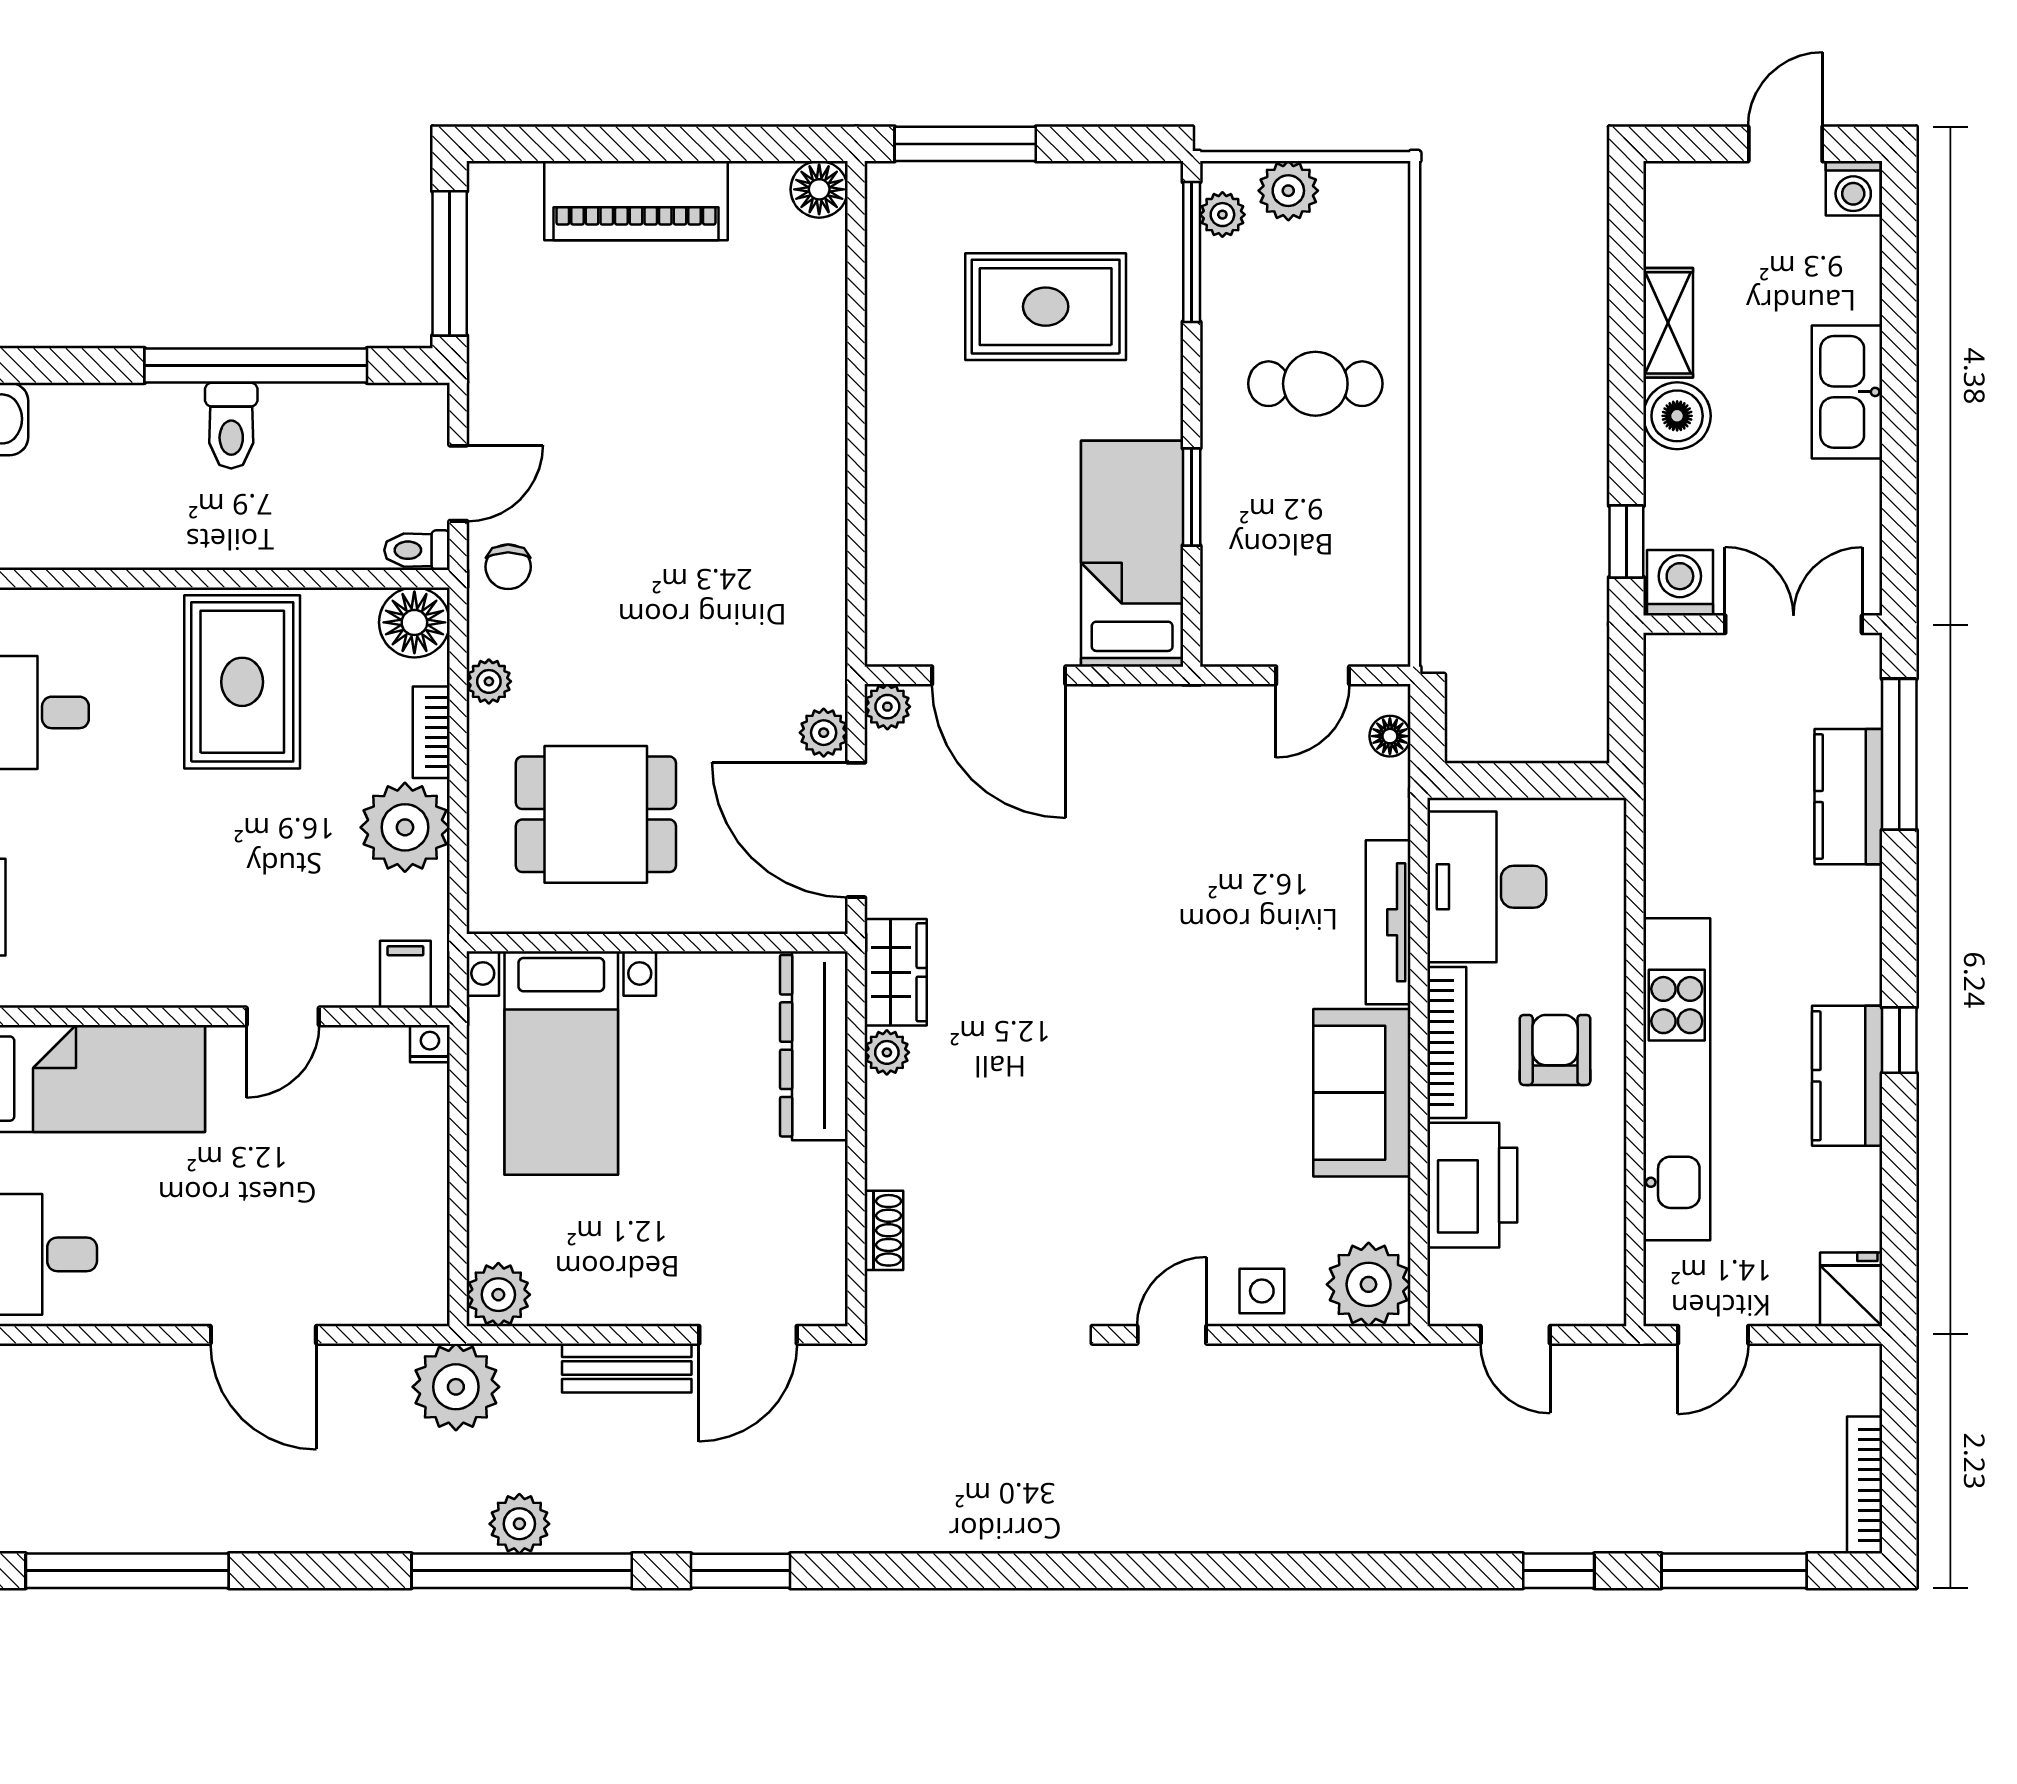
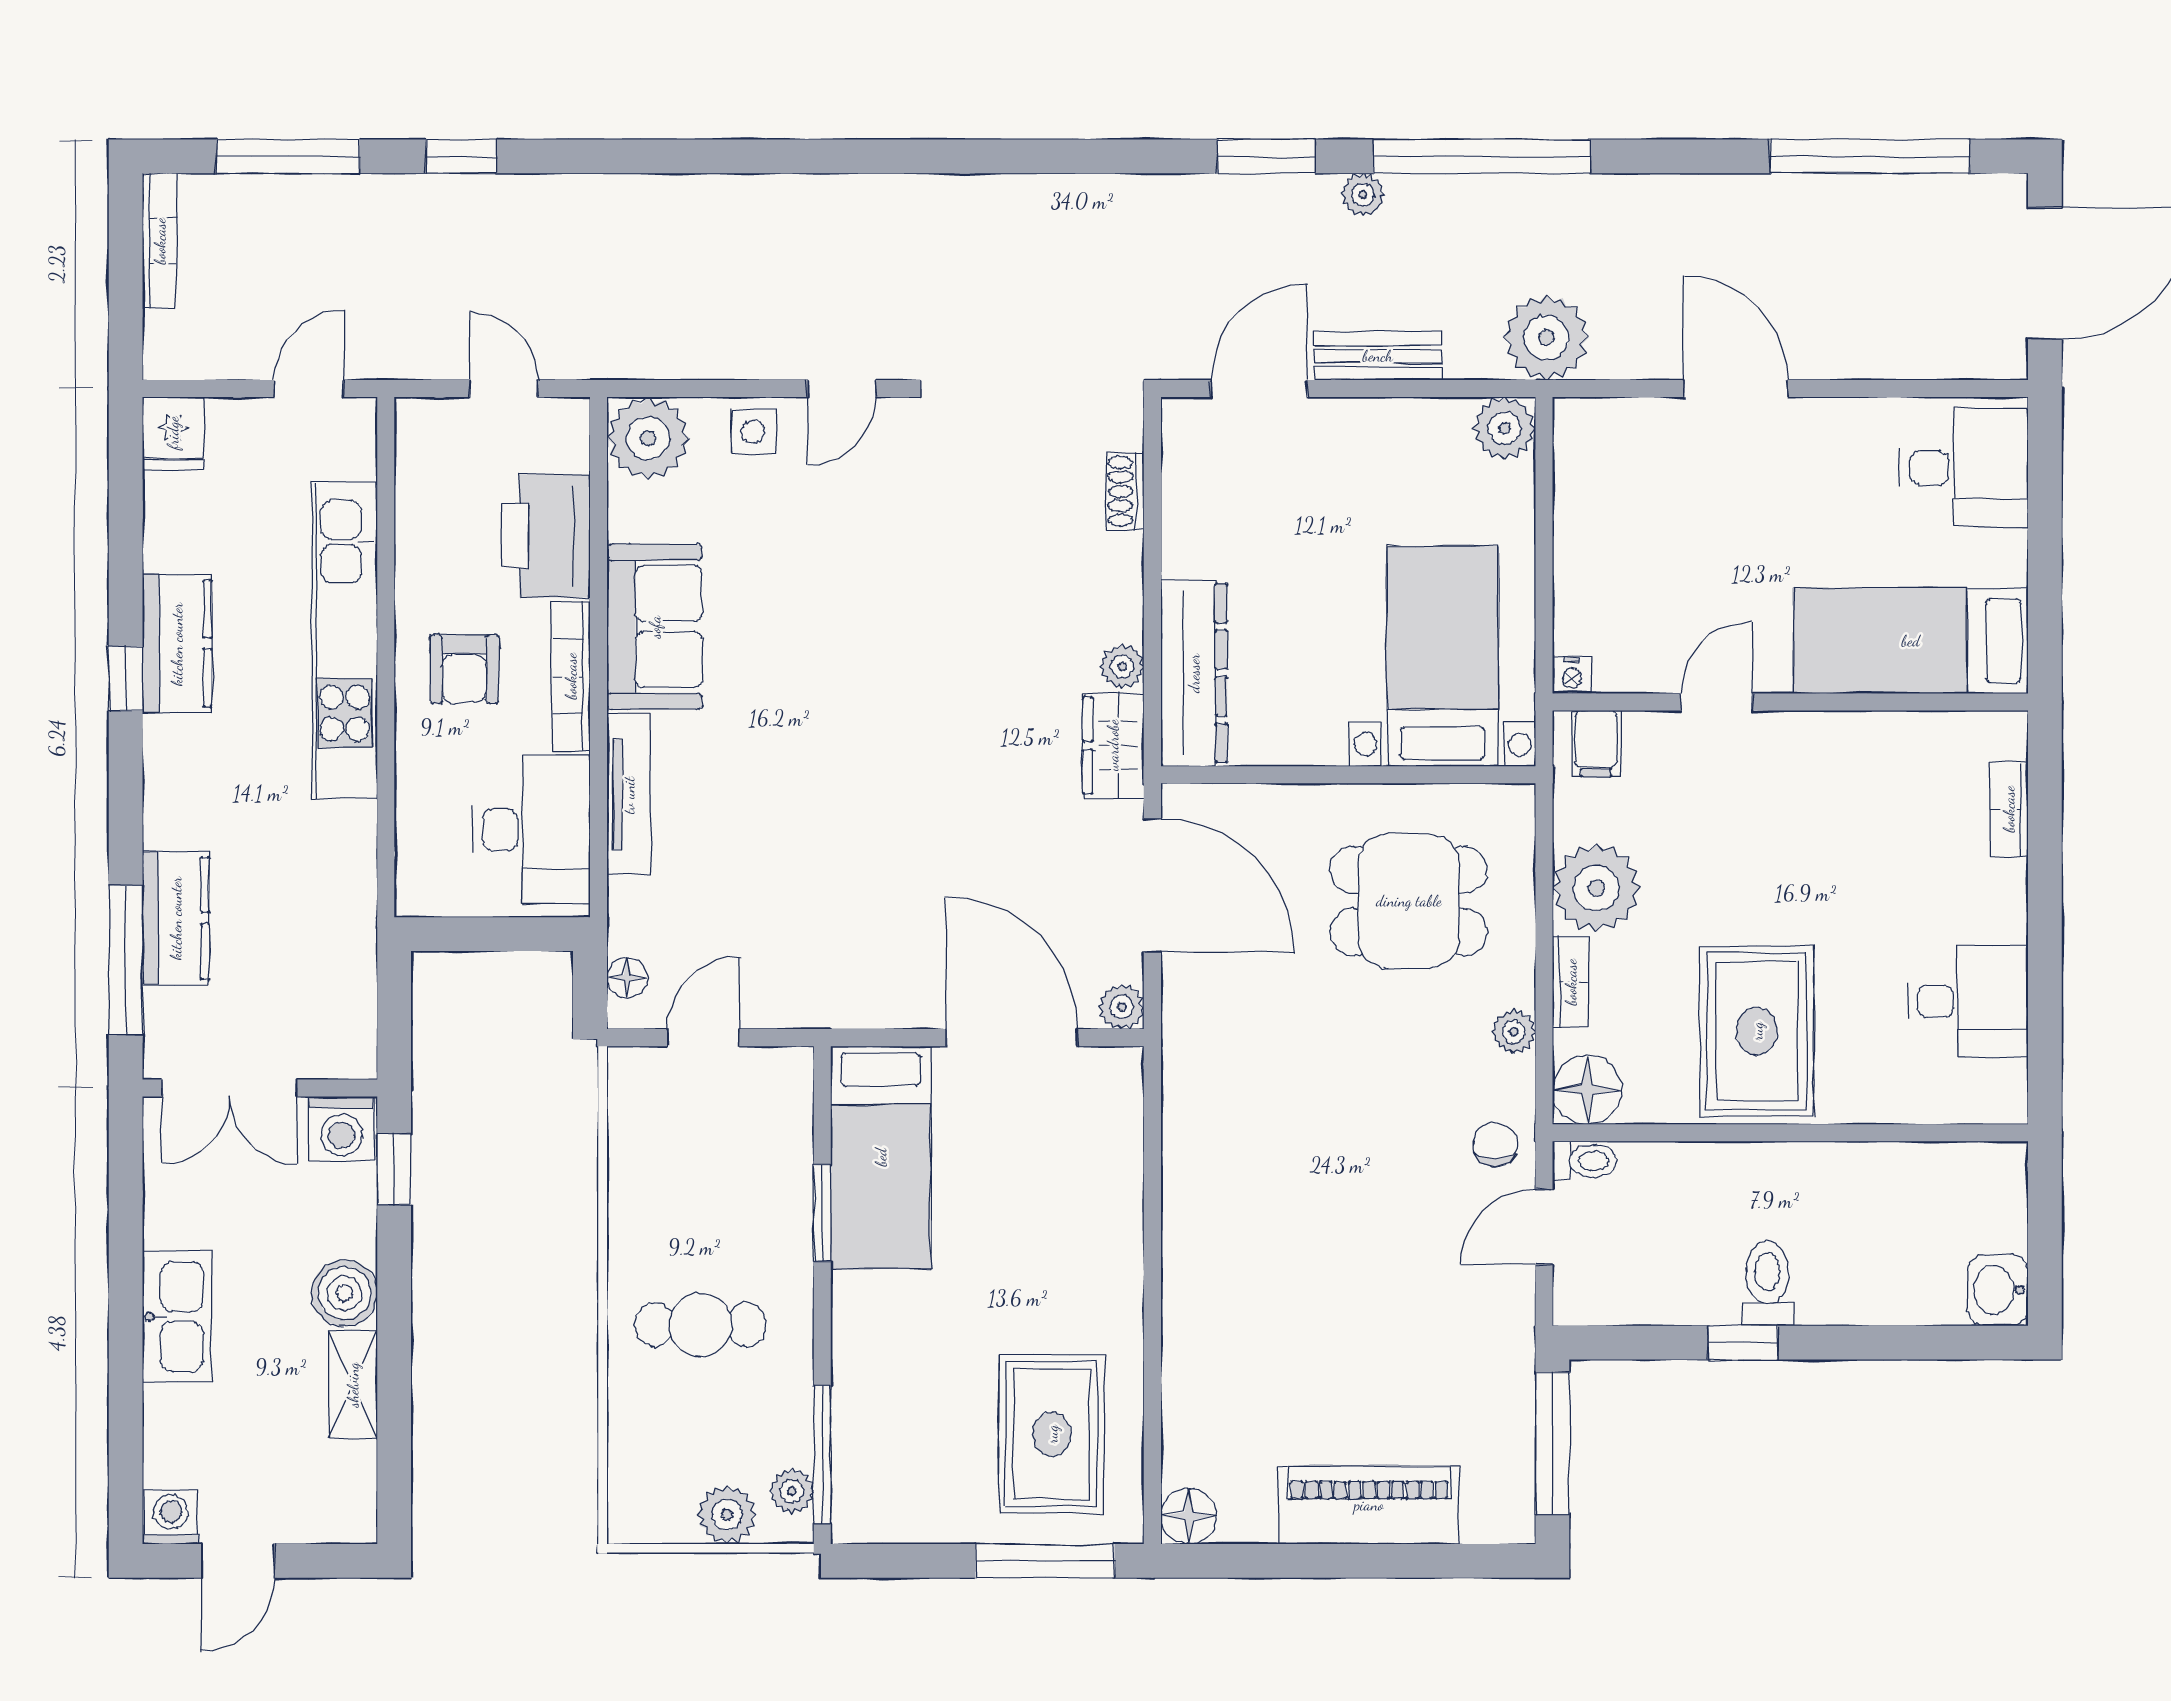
rug: (1046, 307) -> (1052, 1434), moved, turned 90
window: (256, 366) -> (1743, 1343), width x0.32
plant: (824, 733) -> (1184, 981), removed
plant: (519, 1524) -> (1363, 195), moved, width x0.73, depth x0.73

